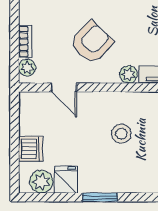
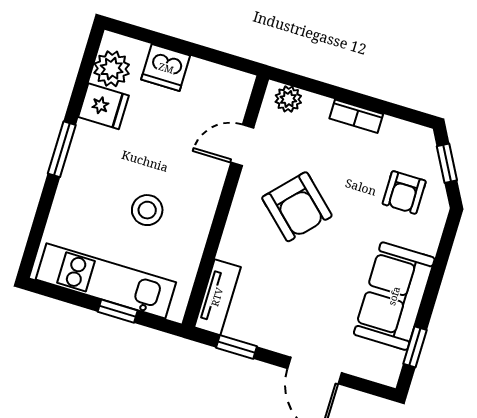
bookcase: (25, 42) -> (356, 116), moved
plant: (128, 74) -> (233, 247), removed

